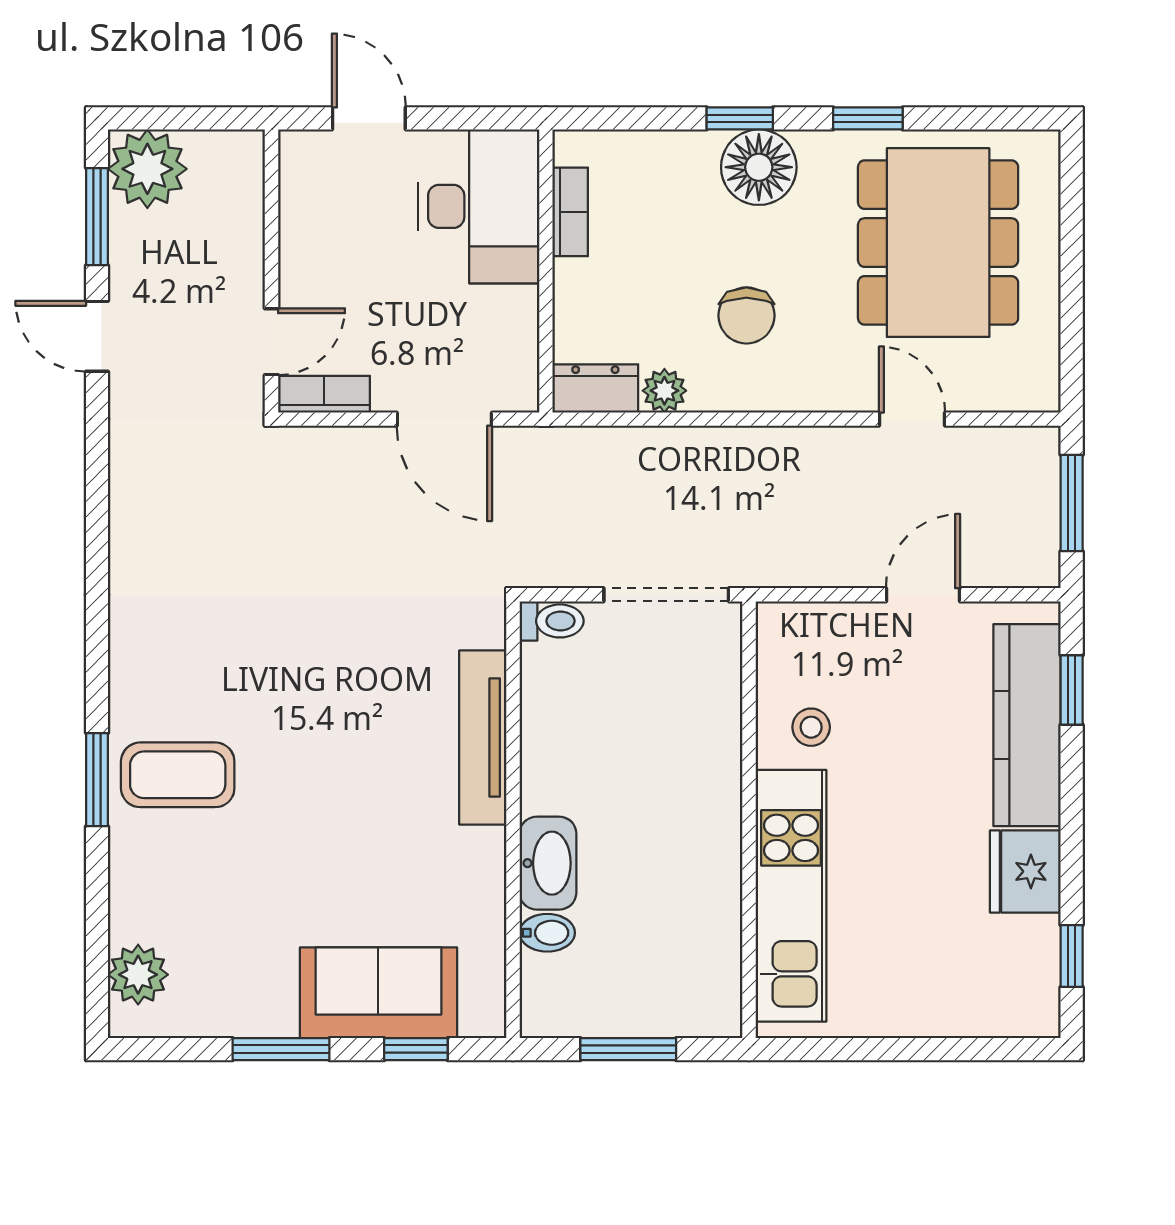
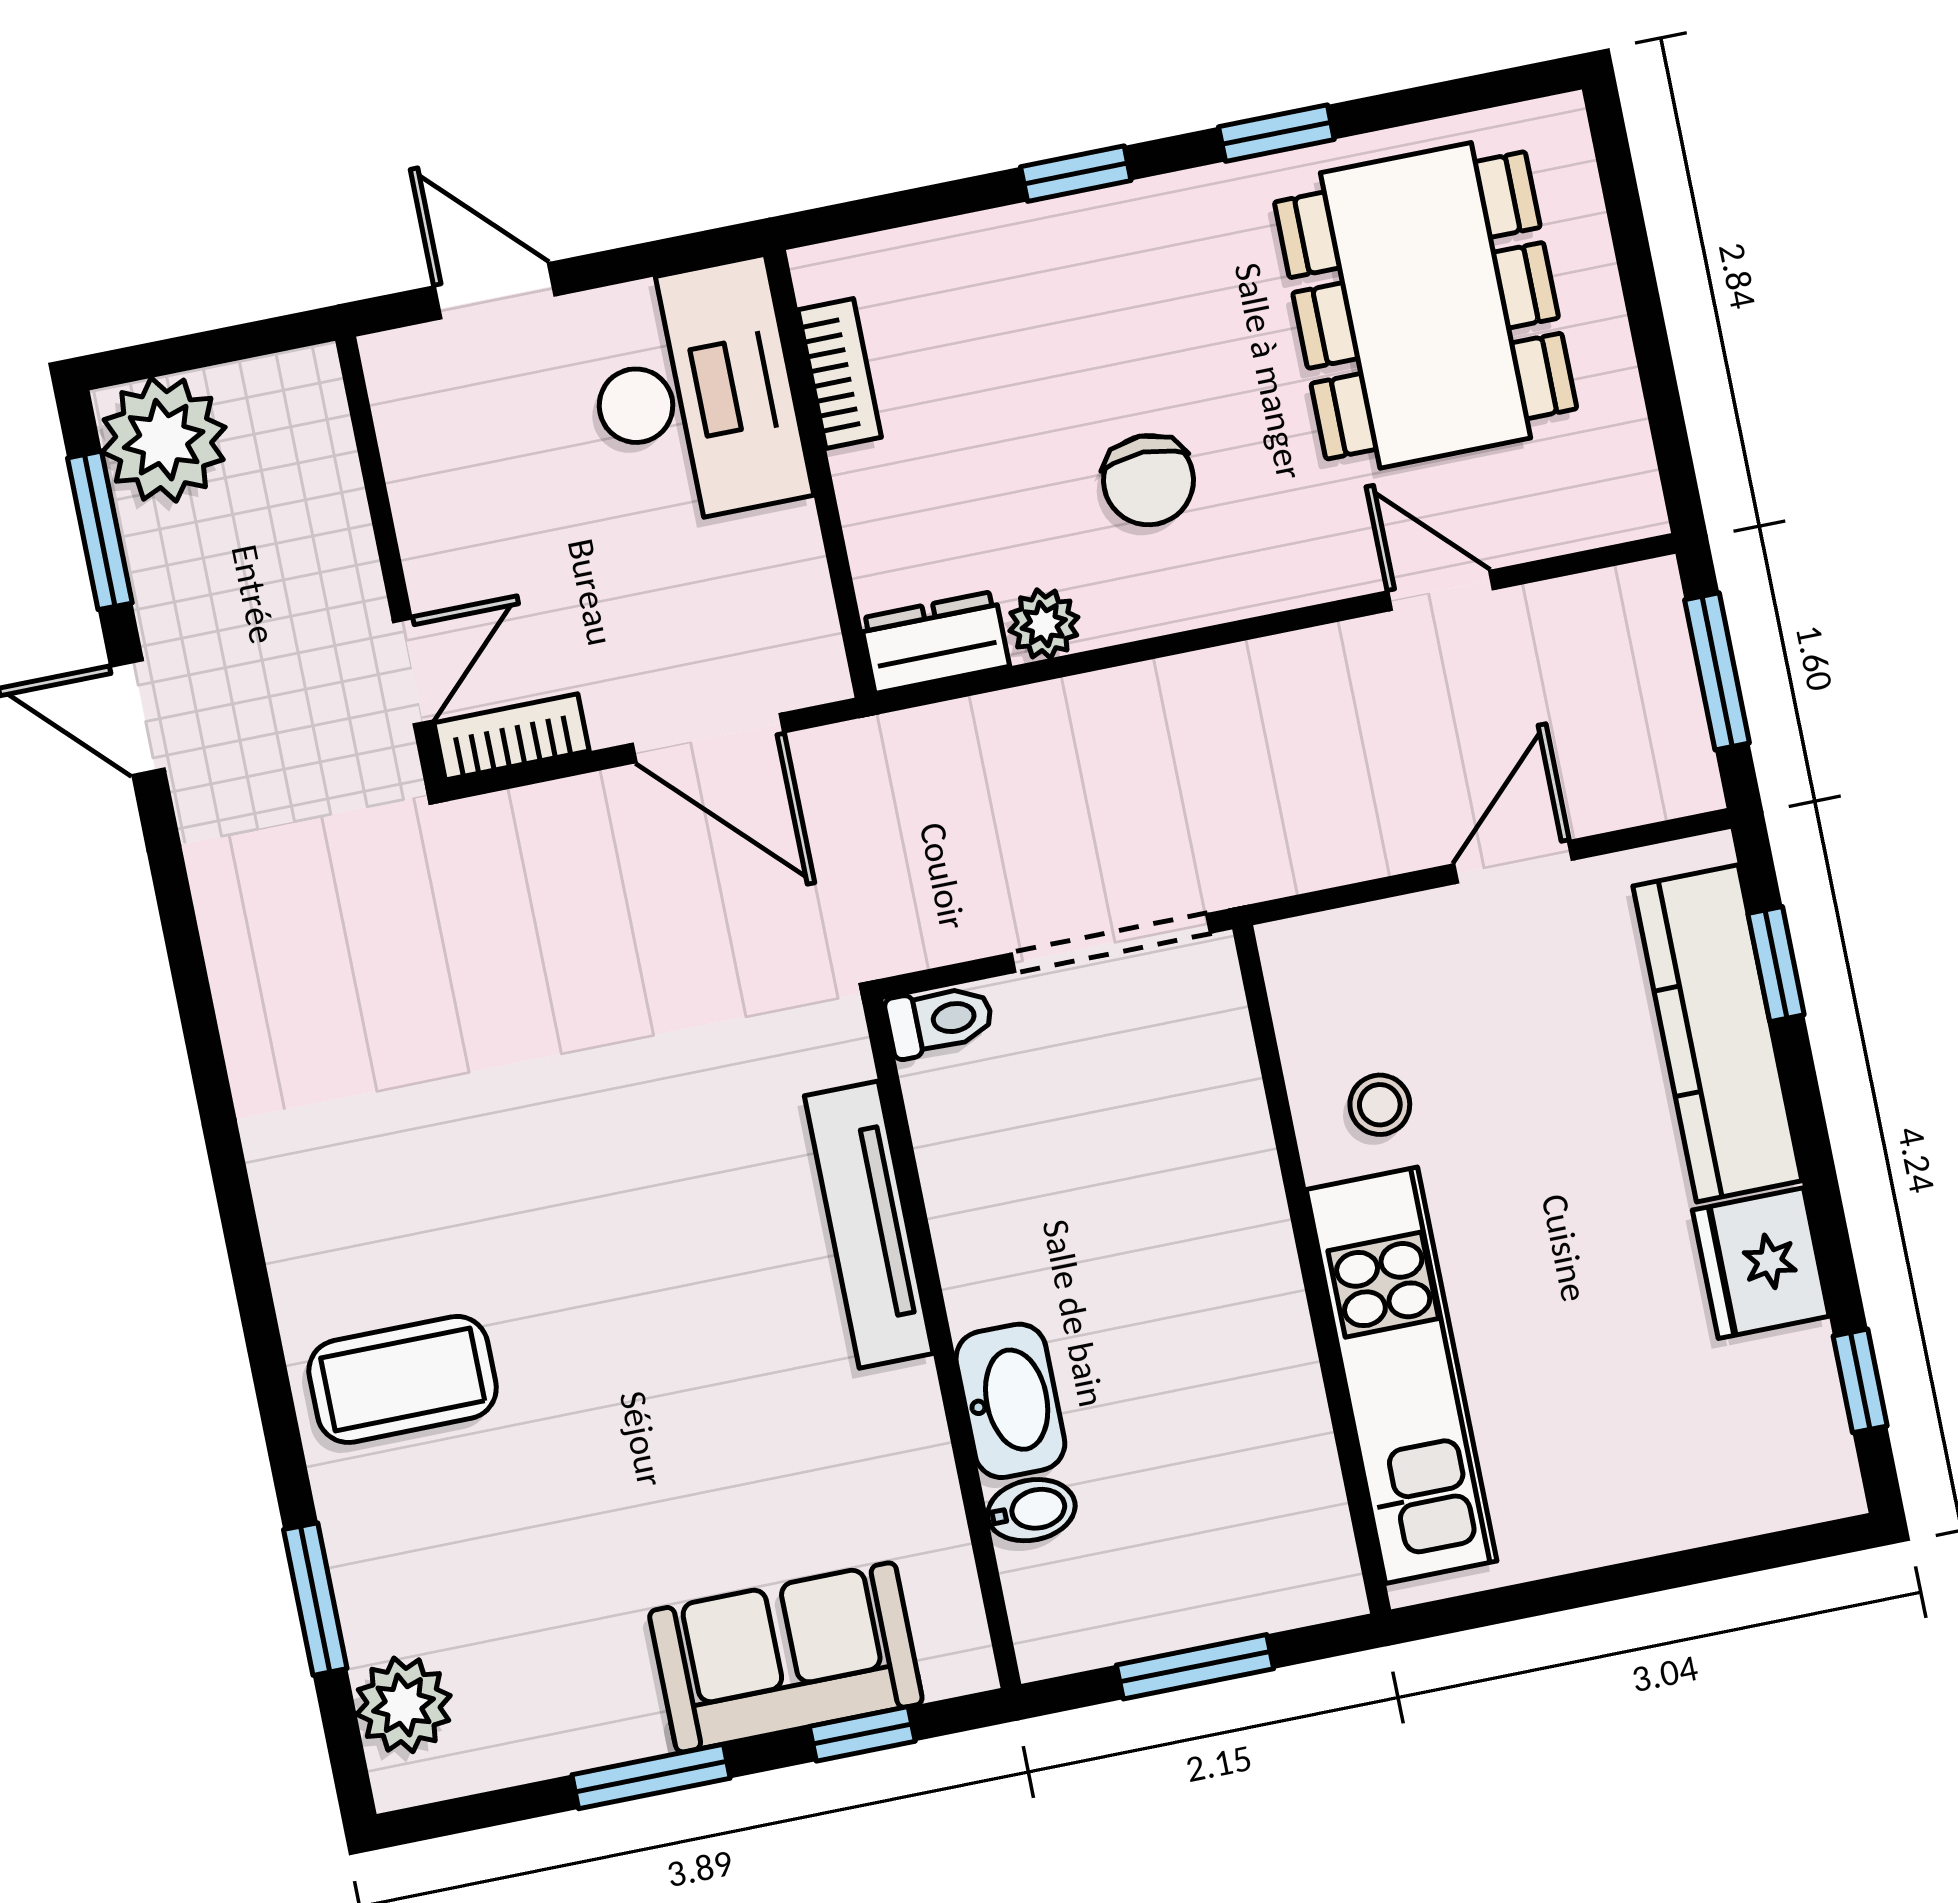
floor lamp: (759, 167) -> (1121, 244), removed
window: (97, 780) -> (315, 1599), moved

